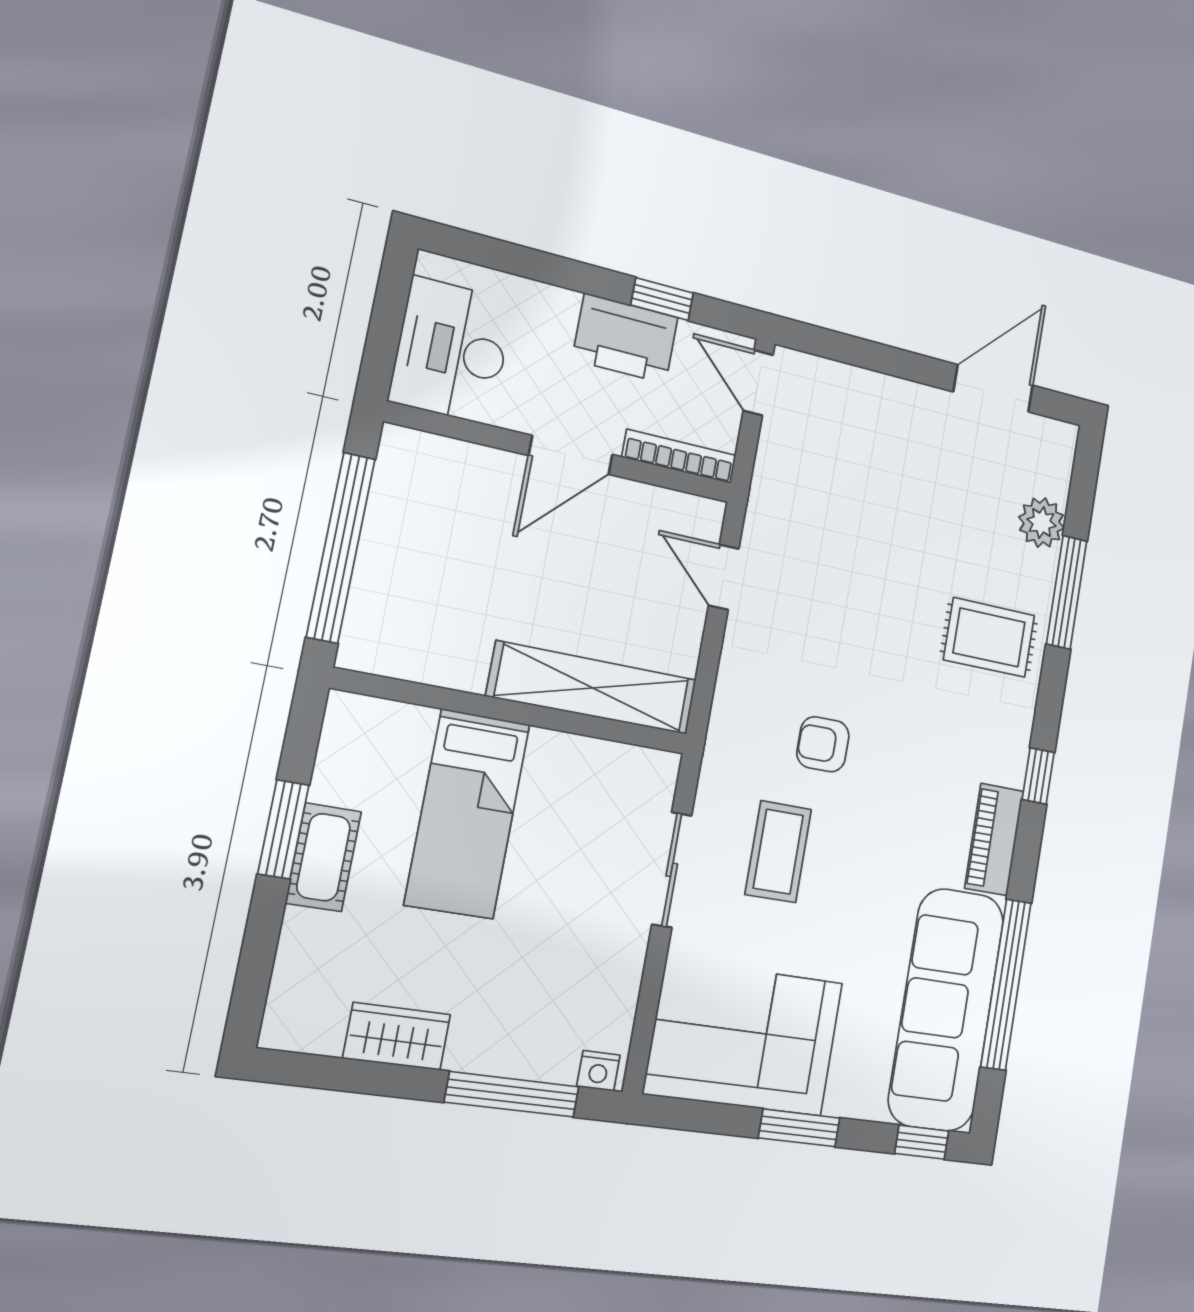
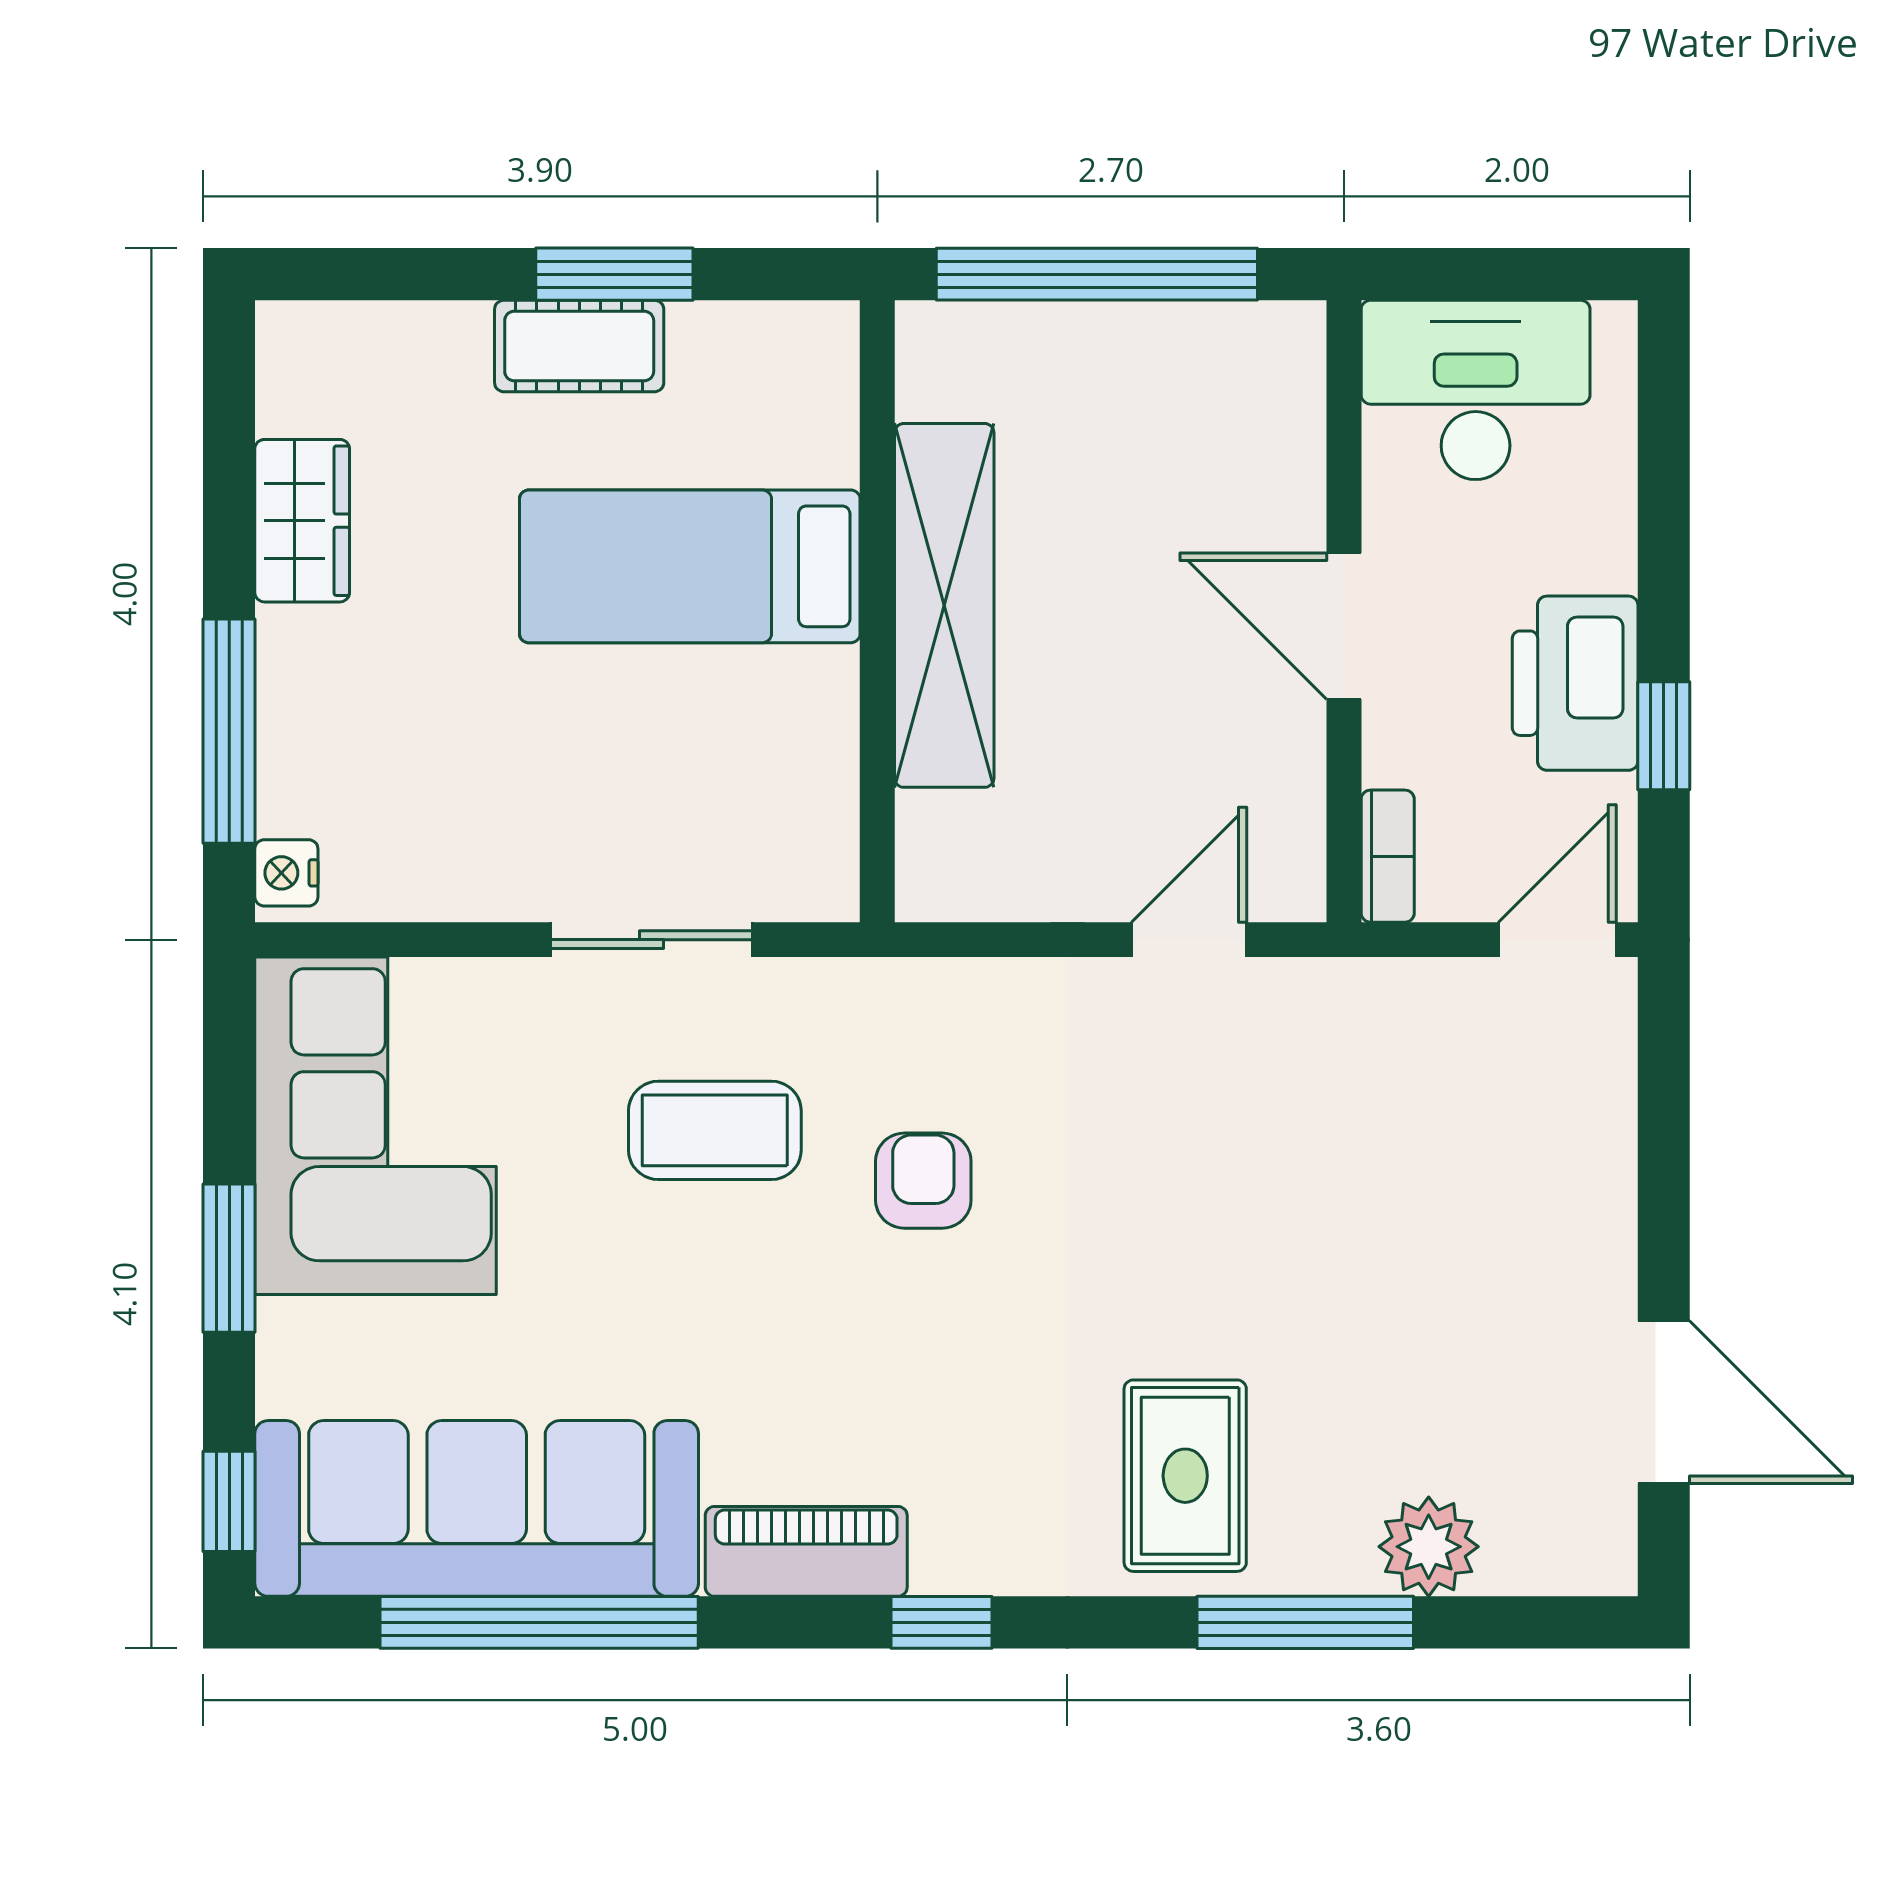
bookcase: (679, 456) -> (1388, 856), width x0.64
shelving: (593, 688) -> (944, 605), moved

